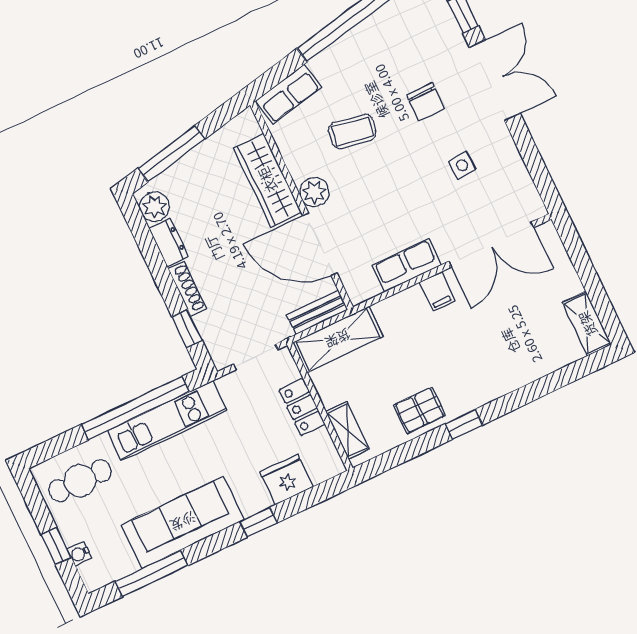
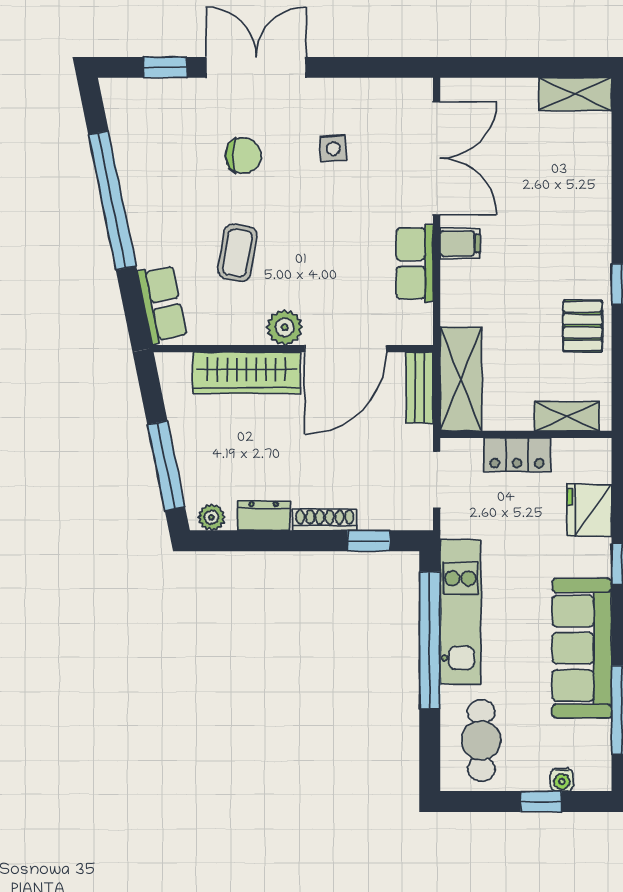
plant: (155, 207) -> (211, 517), width x0.73, depth x0.73

